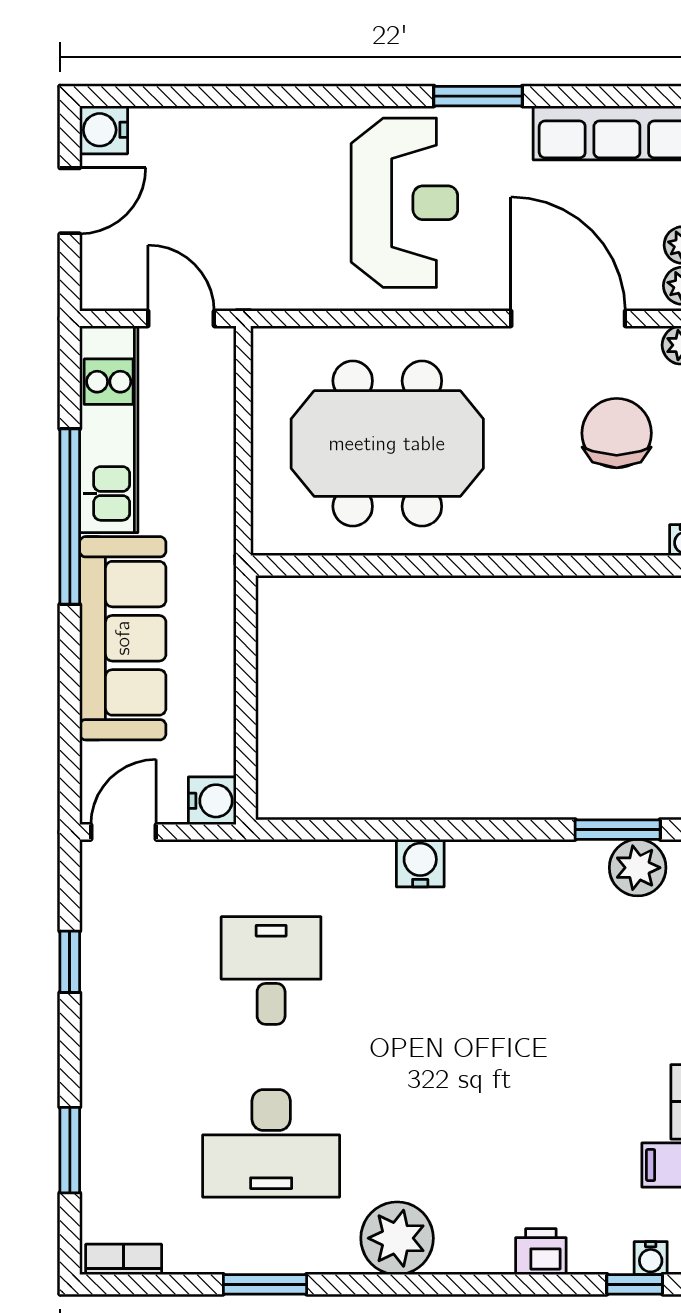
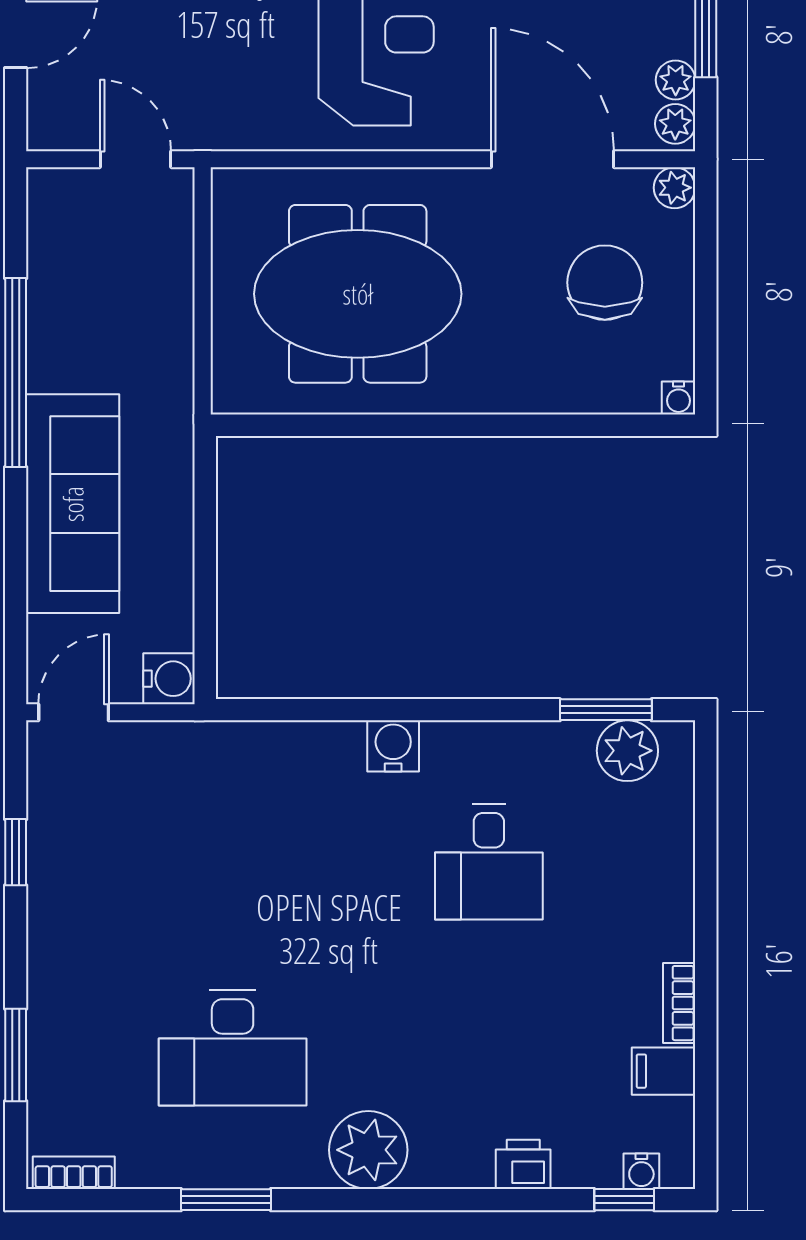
kitchen unit: (109, 429) -> (58, 279), removed
desk: (271, 971) -> (489, 862), moved, turned 180

